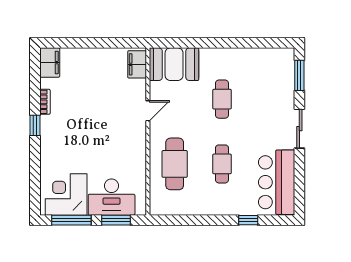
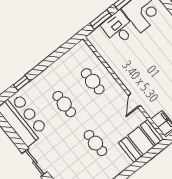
cafe table: (175, 164) -> (93, 81), width x0.73, depth x0.74
desk: (112, 197) -> (118, 28), width x0.73

